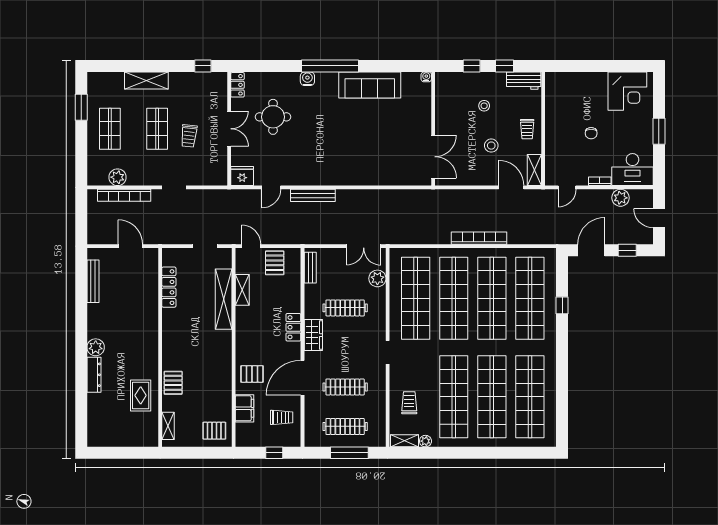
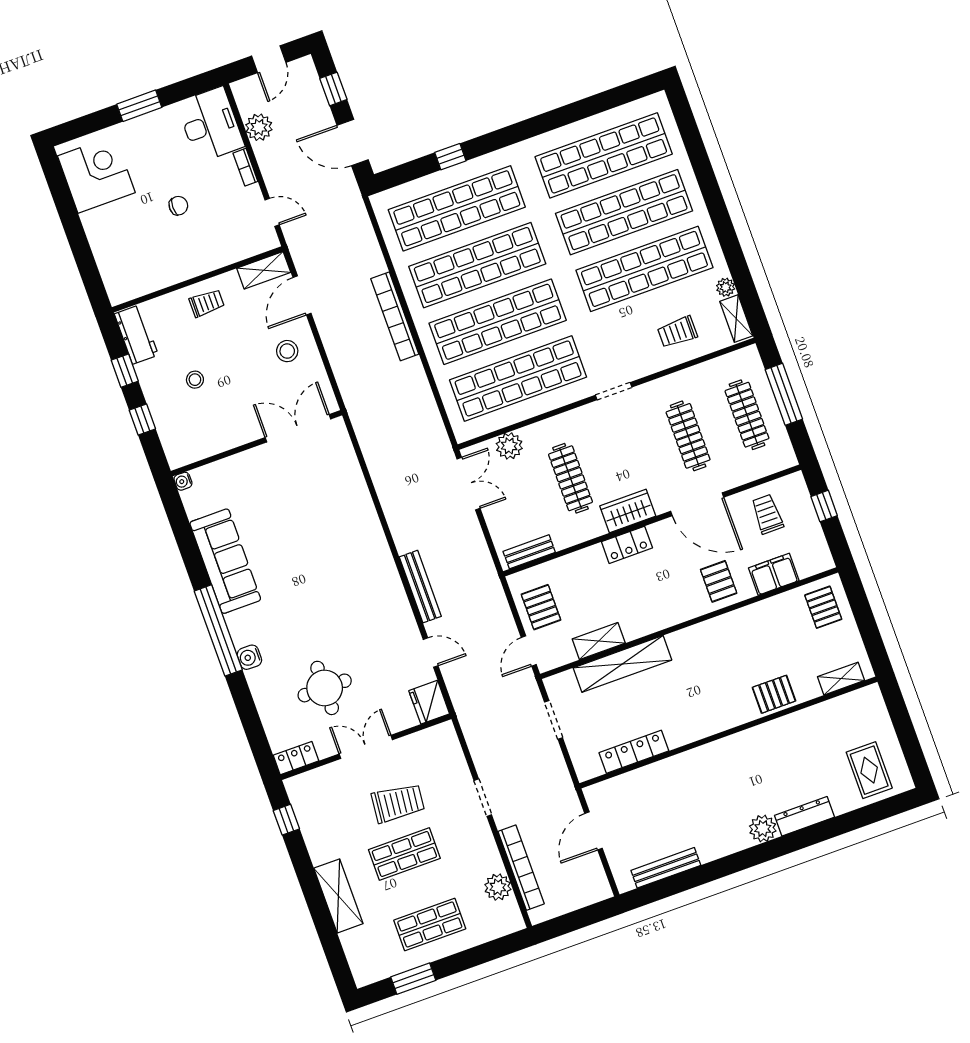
trolley: (189, 136) -> (398, 803), width x1.36, depth x1.39
stool: (491, 146) -> (287, 351), moved
pallet: (275, 263) -> (541, 607), turned 90
rug: (141, 395) -> (869, 770), moved, turned 90

